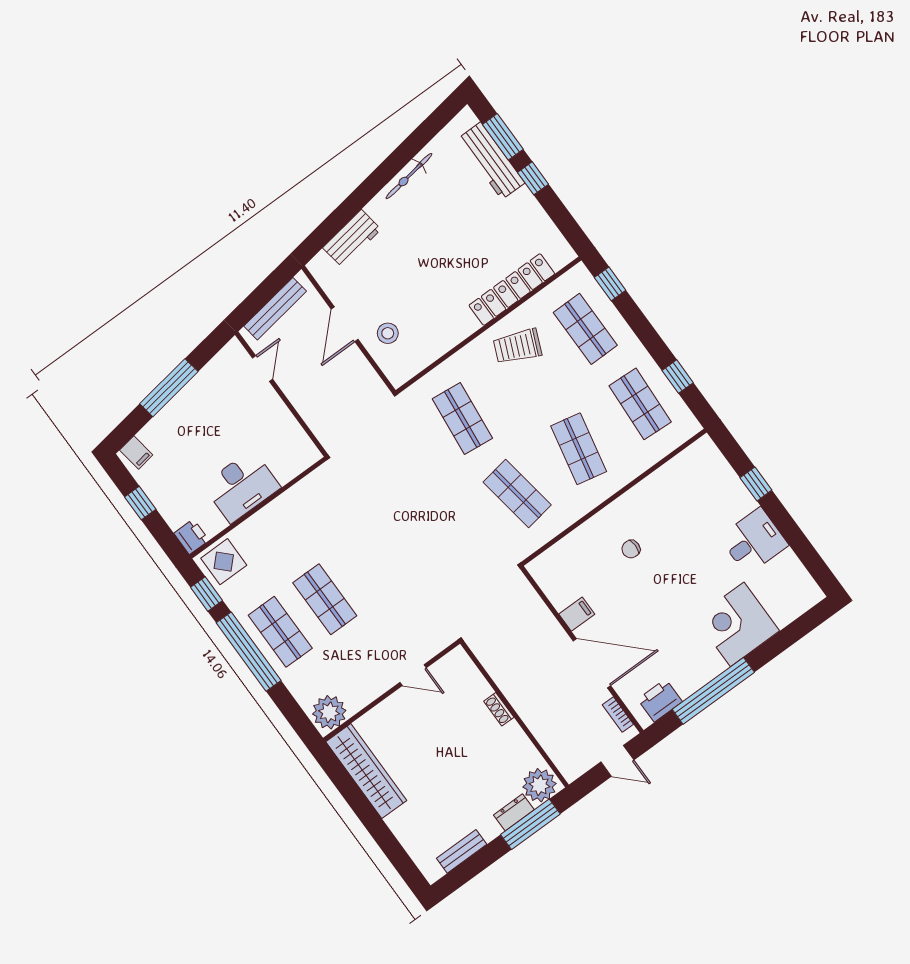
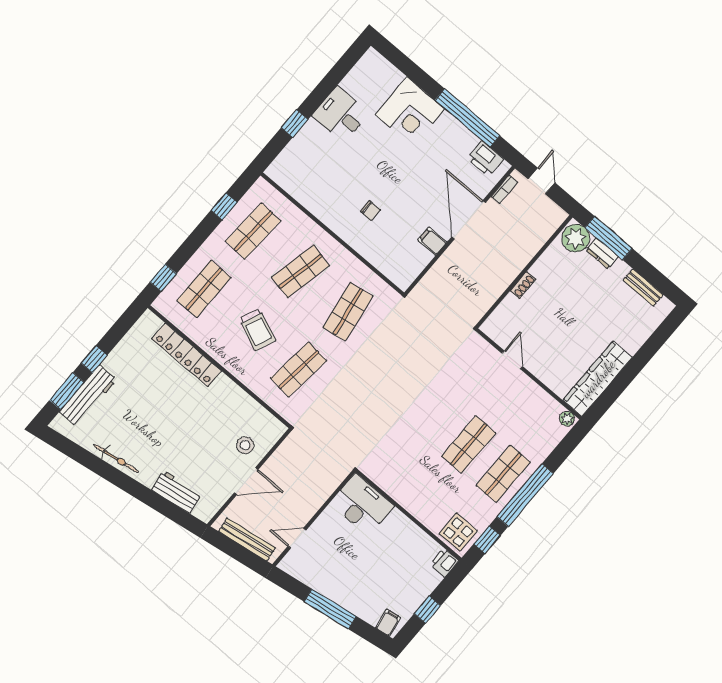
trolley: (517, 346) -> (257, 330), moved
desk: (242, 486) -> (362, 505), moved
plant: (329, 712) -> (567, 419), width x0.53, depth x0.53

